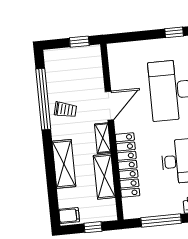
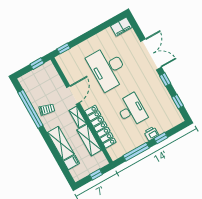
window: (174, 32) -> (64, 49), moved
filing cabinet: (69, 216) -> (72, 162), moved

